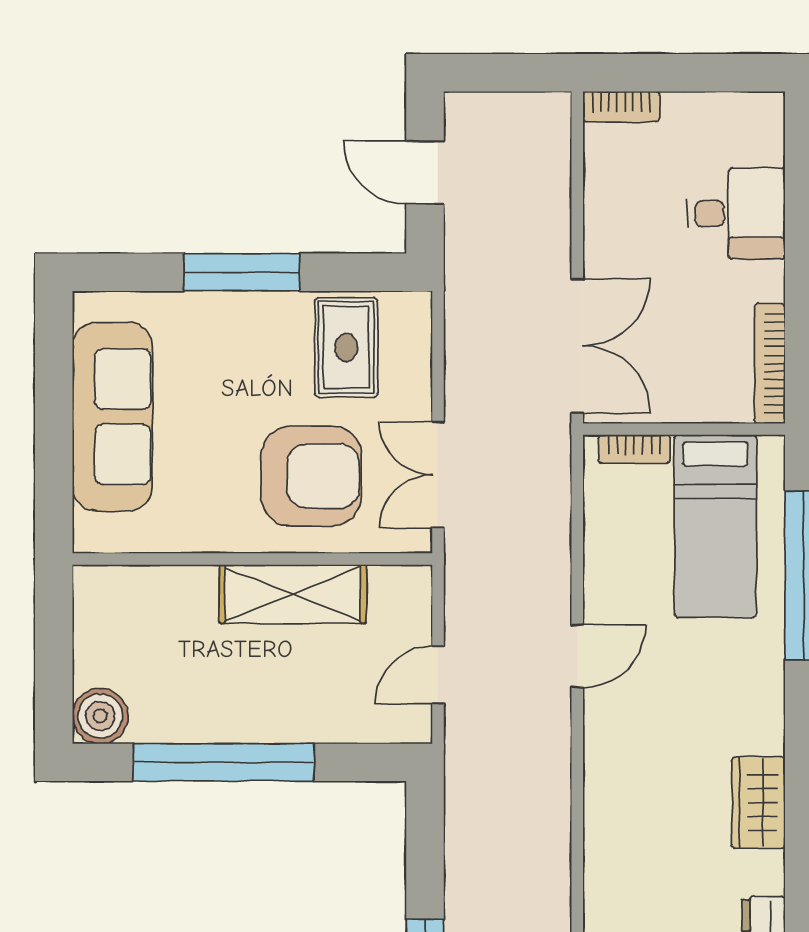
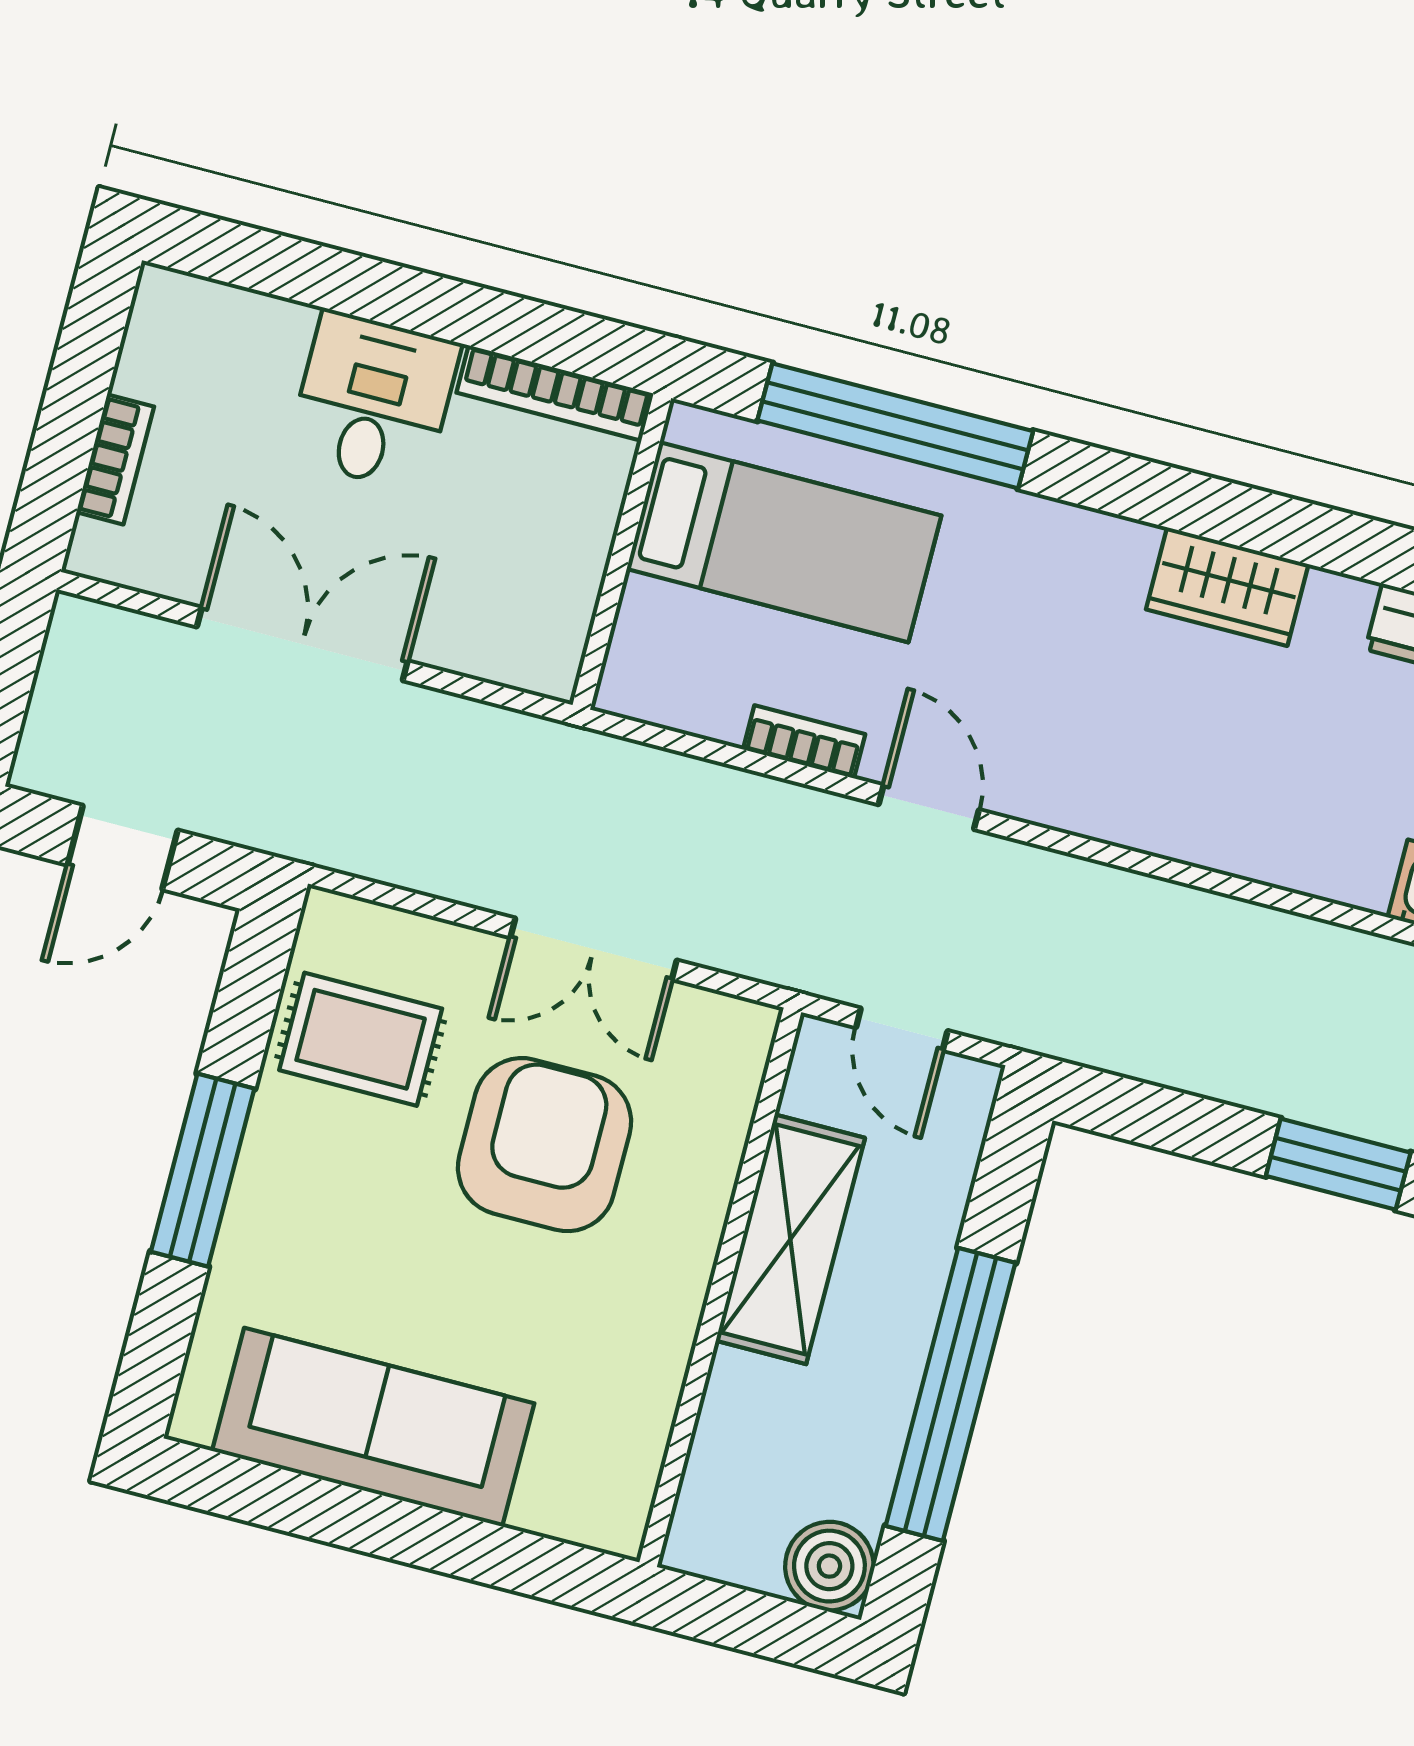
bookcase: (621, 107) -> (115, 459), moved
desk: (736, 214) -> (373, 401), moved
double door: (577, 346) -> (302, 644), moved
bookcase: (634, 449) -> (804, 742), moved, turned -90
wall: (252, 559) -> (720, 1287), moved
shelving: (293, 594) -> (790, 1239), moved

